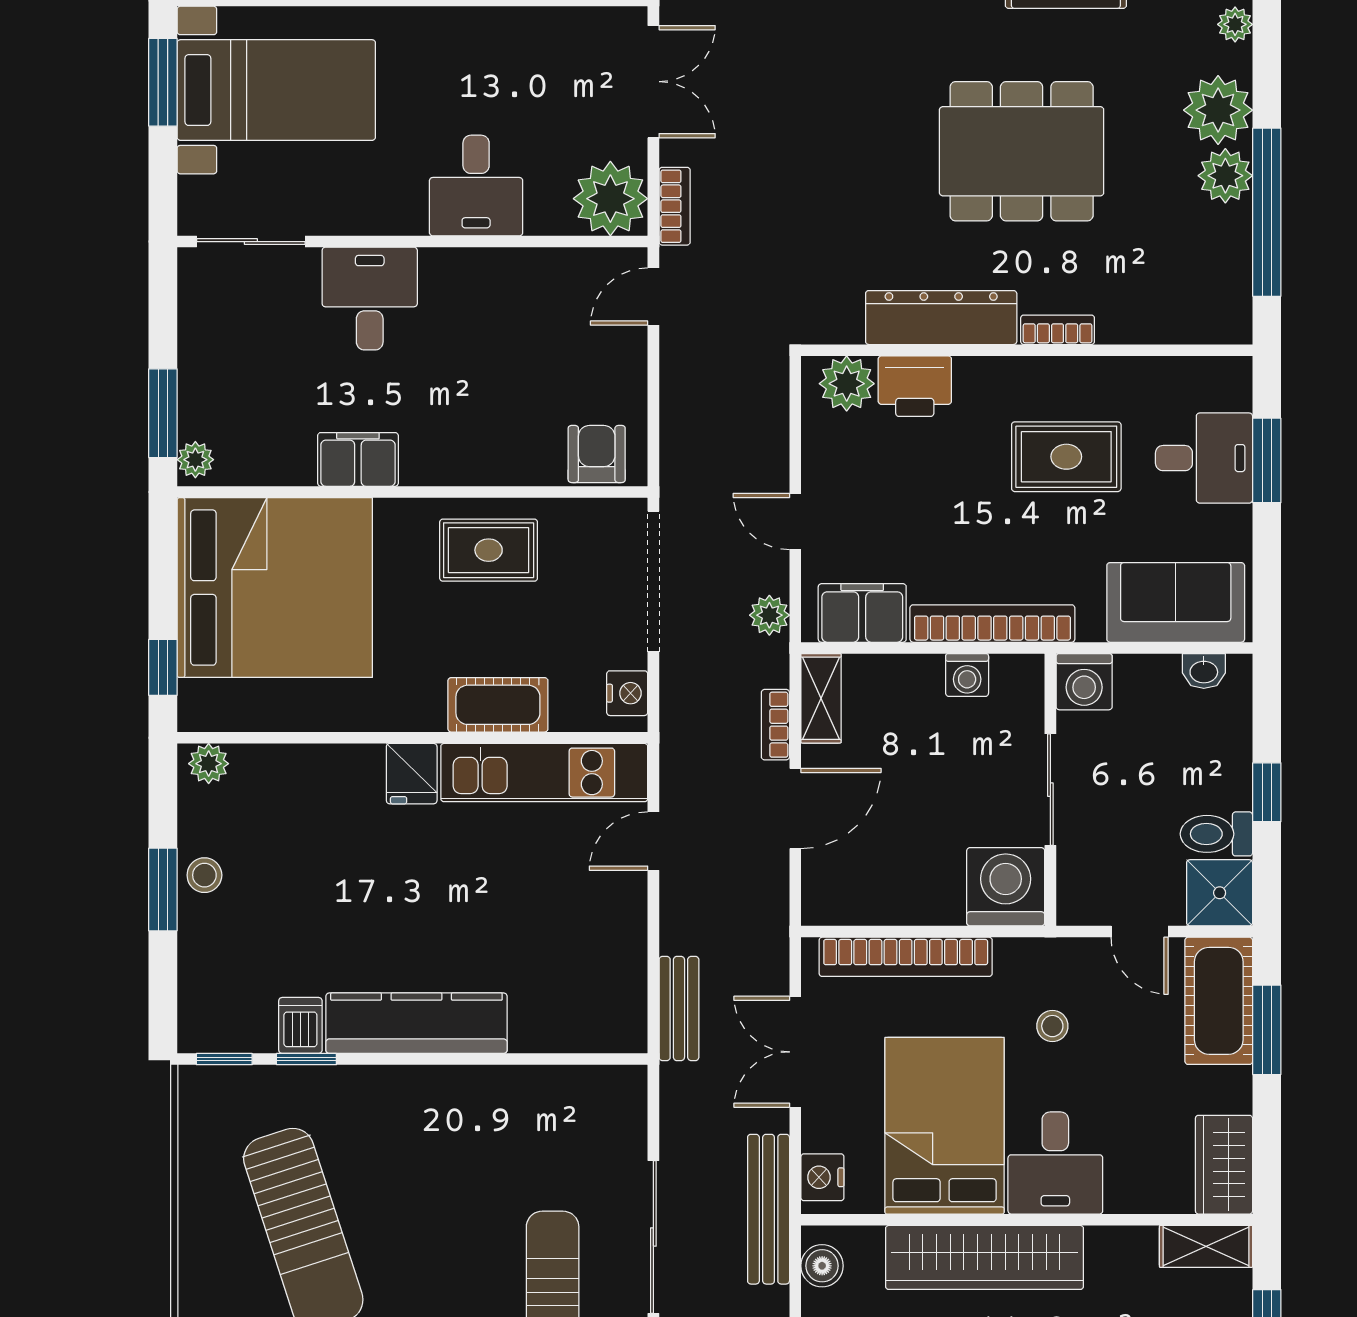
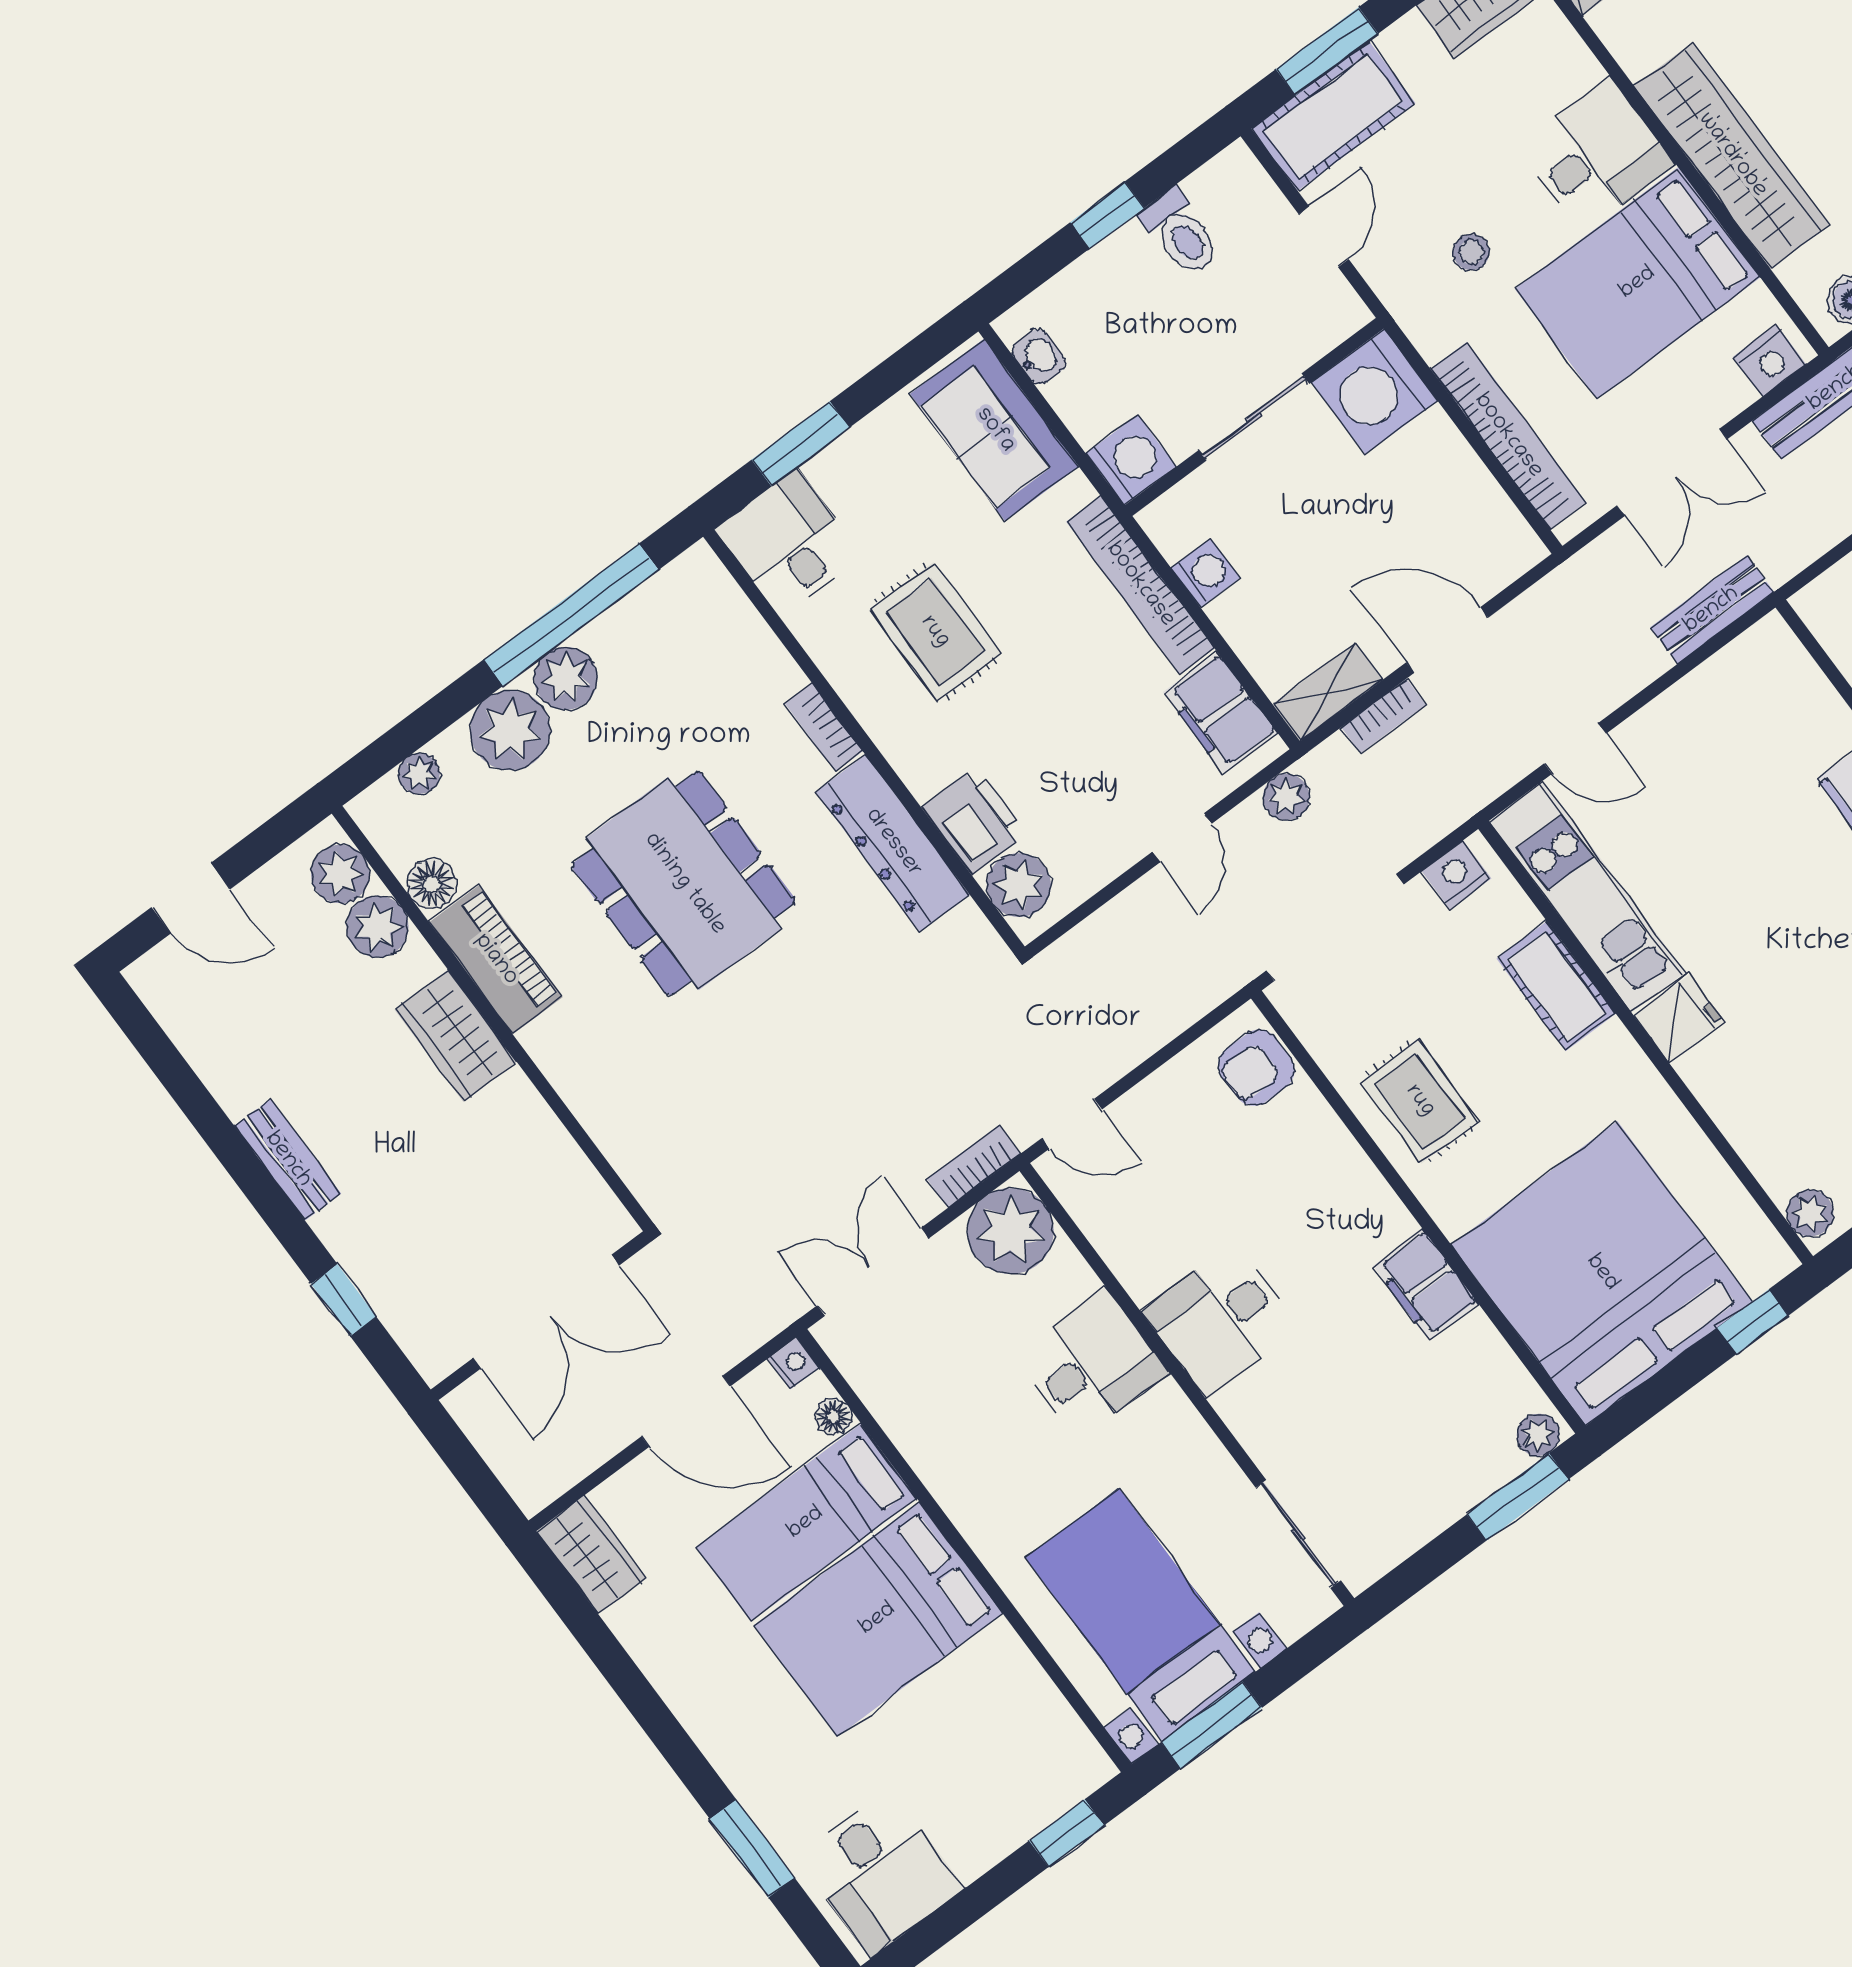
desk: (370, 299) -> (1221, 1320), moved
desk: (1204, 458) -> (789, 543), moved
shower: (1220, 893) -> (1233, 189), removed

